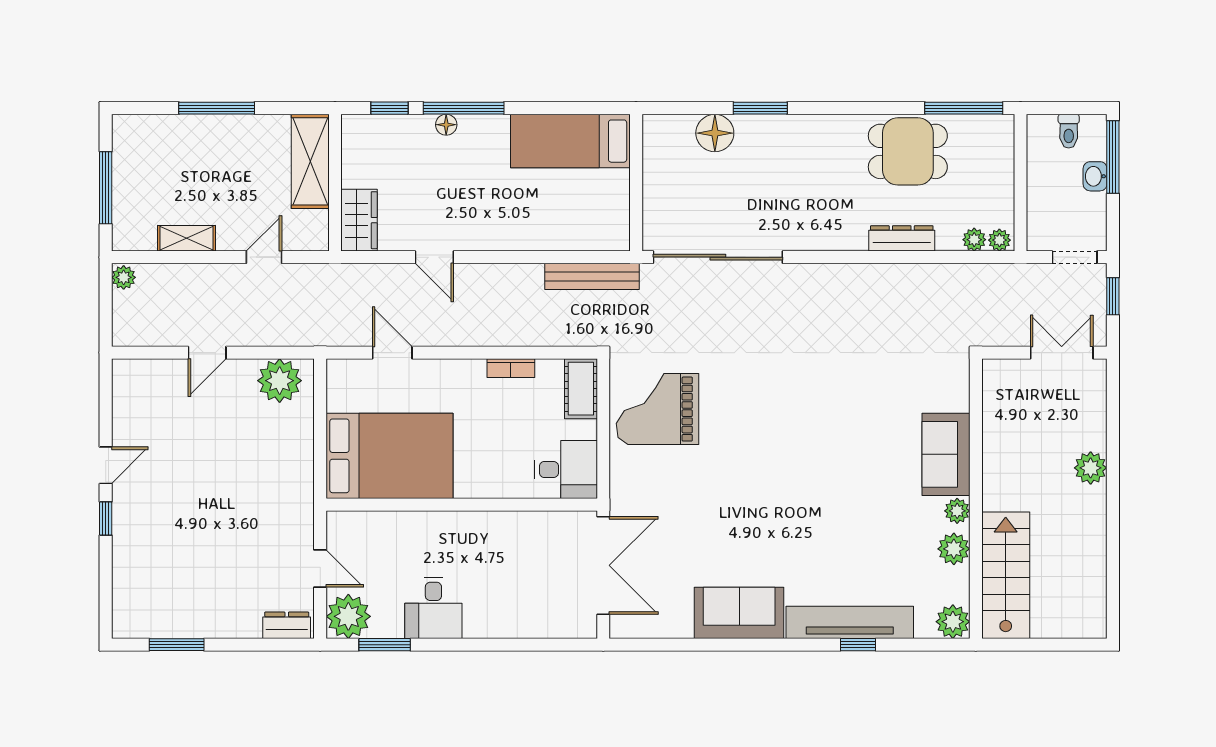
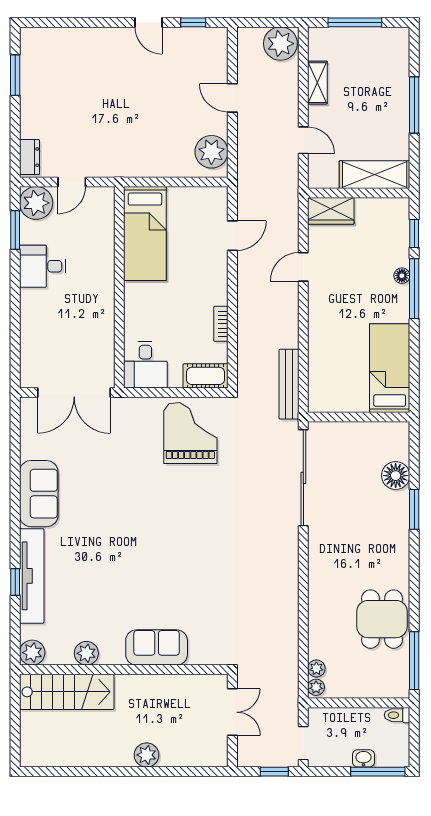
toilet: (1069, 131) -> (397, 715), moved
dresser: (902, 238) -> (317, 615), removed
plant: (124, 277) -> (280, 44), width x1.87, depth x1.87
double door: (1062, 353) -> (232, 712), moved
bed: (389, 456) -> (145, 234), width x0.67
plant: (957, 511) -> (115, 656), removed
window: (106, 518) -> (193, 22), moved

